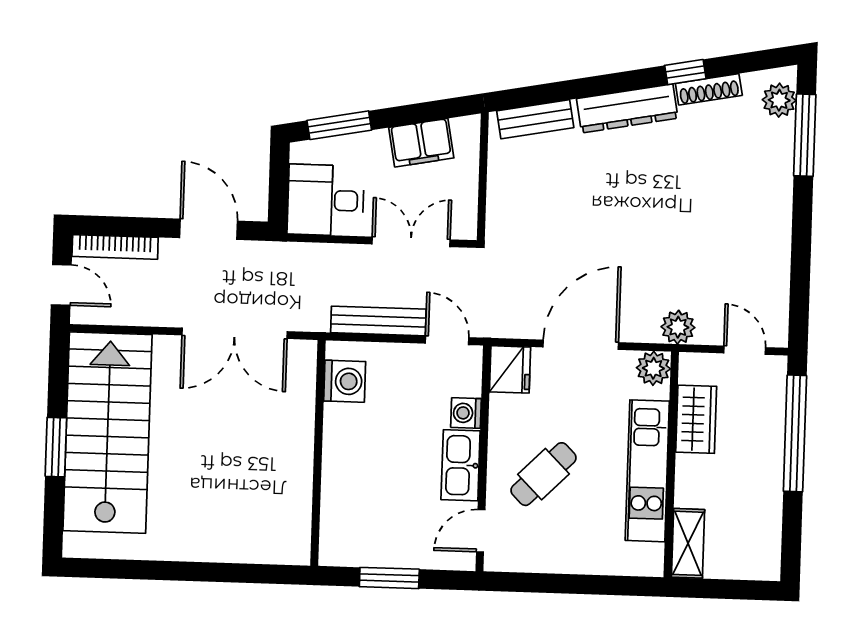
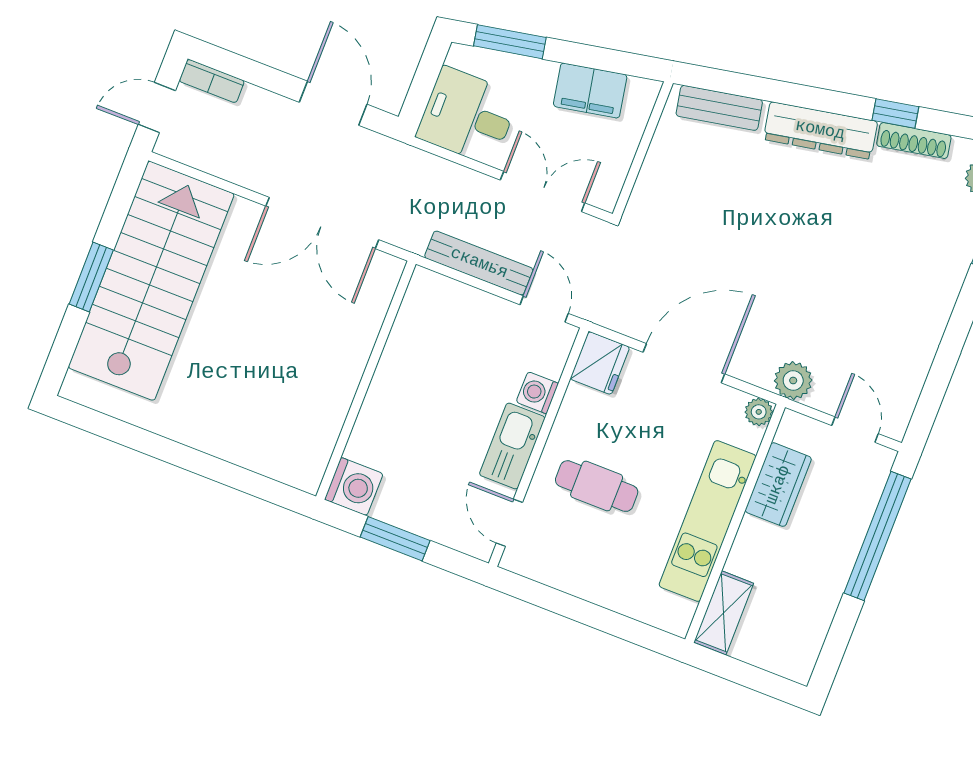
bookcase: (115, 247) -> (212, 81), width x0.64
door: (61, 285) -> (157, 107), swing flipped
plant: (653, 368) -> (759, 412), width x0.73, depth x0.73
washing machine: (345, 381) -> (354, 487), moved
cafe table: (543, 474) -> (597, 486), turned 45
door: (481, 531) -> (509, 523), hinge flipped

